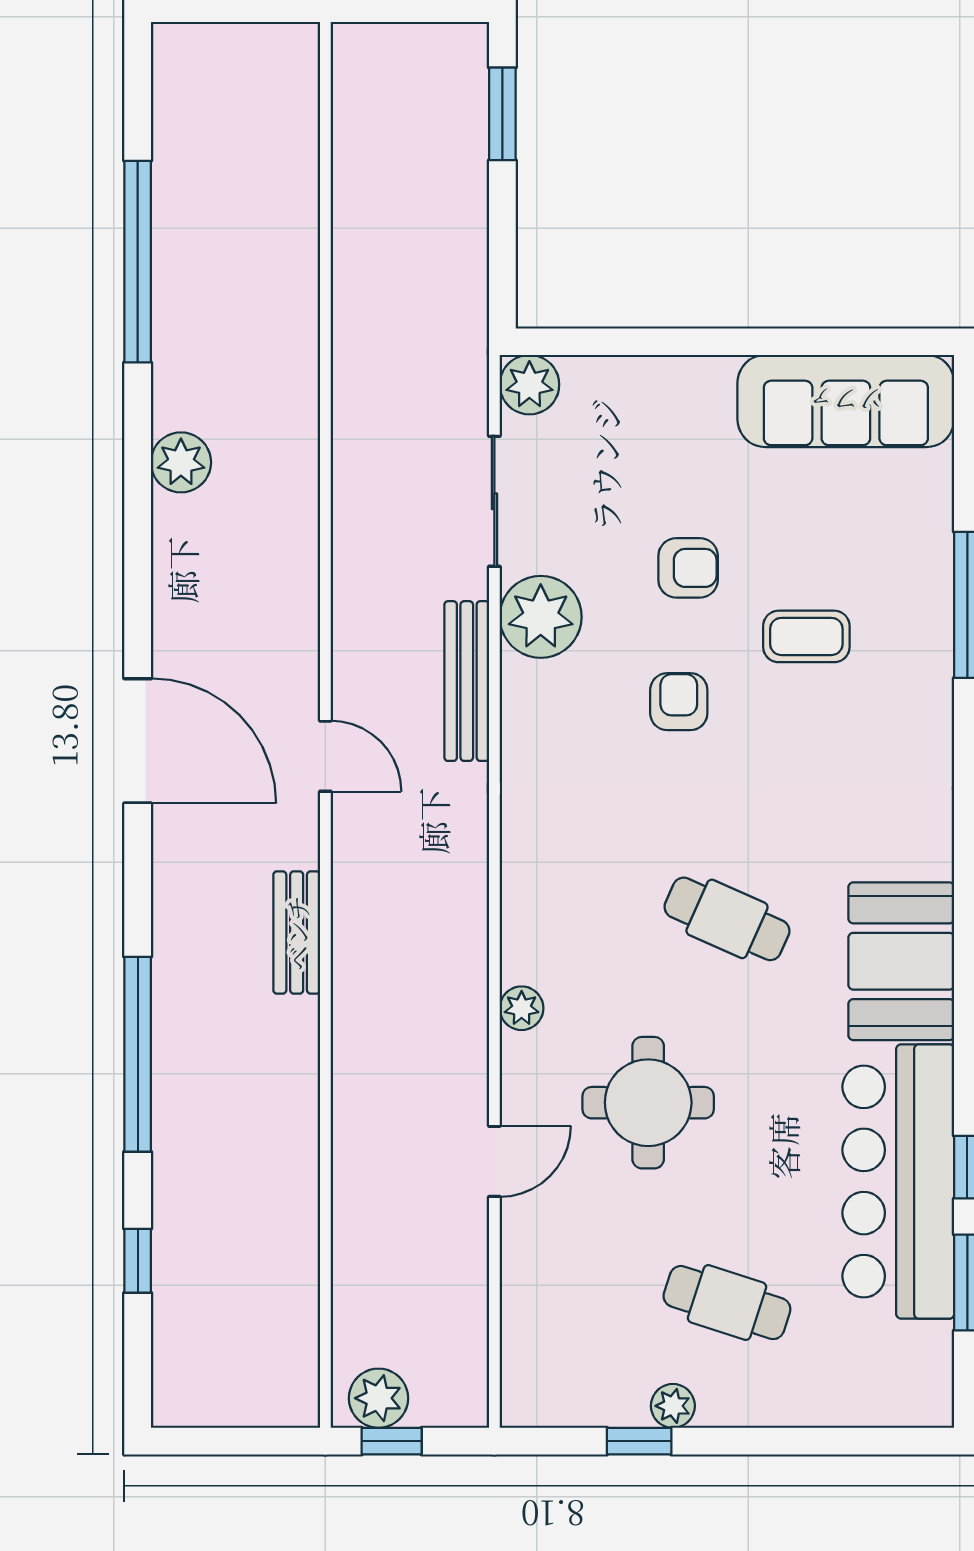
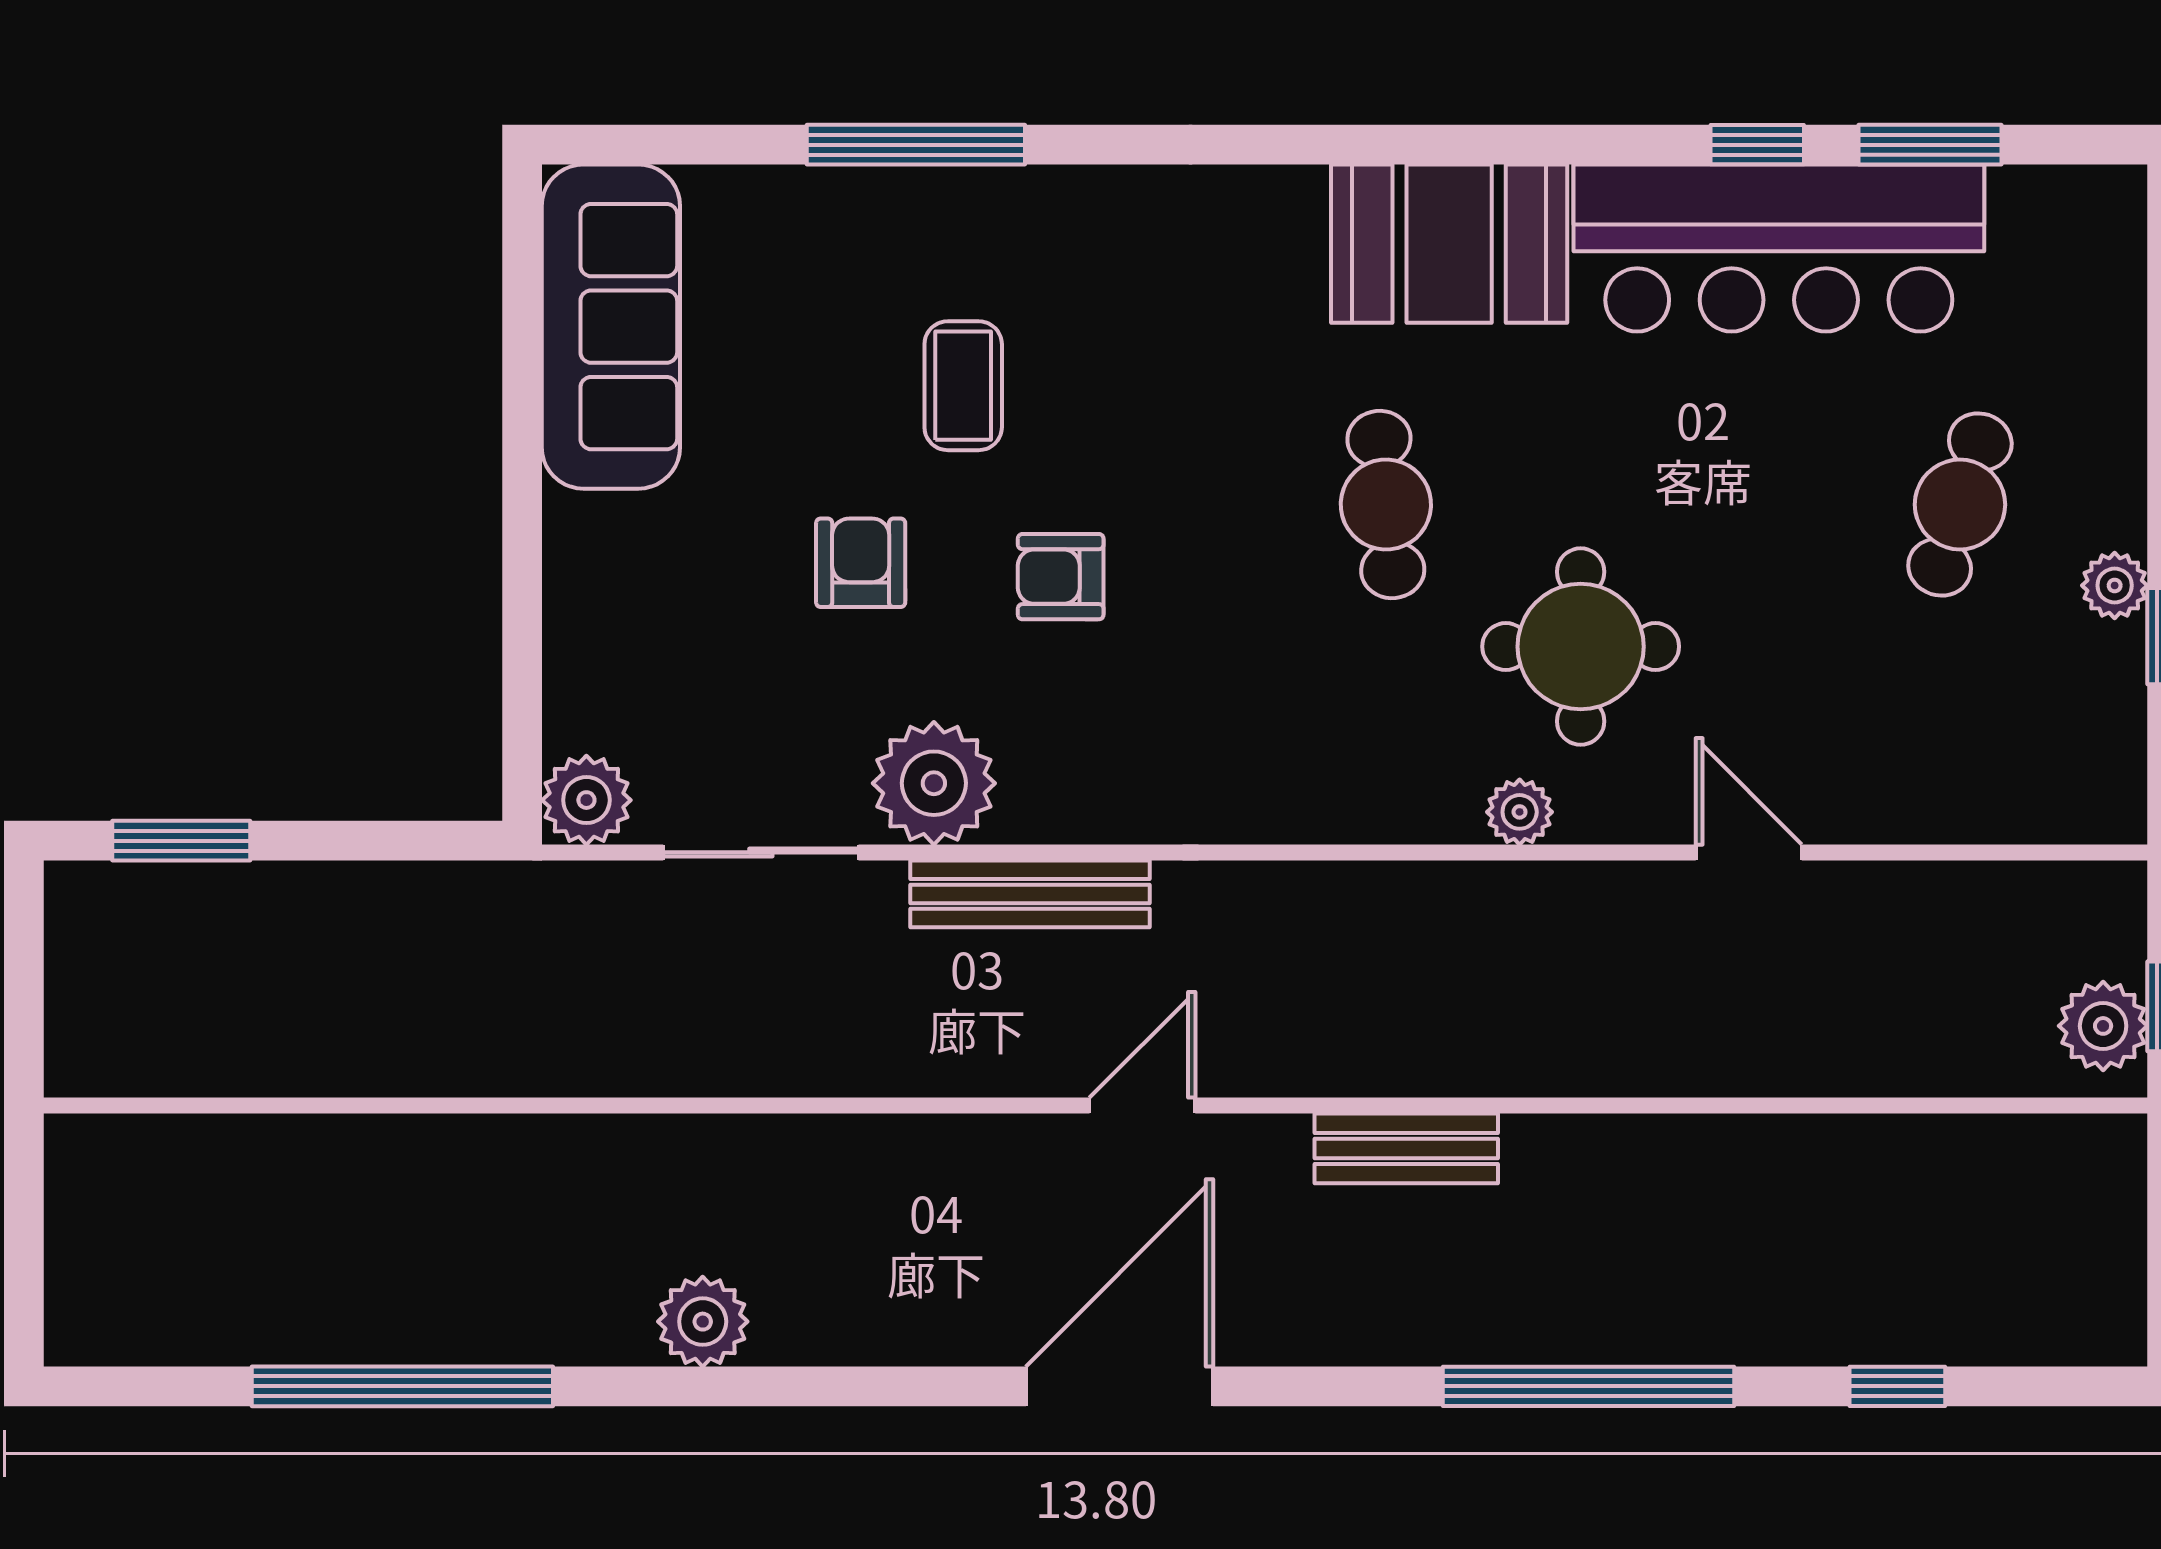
cafe table: (727, 919) -> (1386, 505), turned -30
round table: (648, 1103) -> (1581, 647), moved

